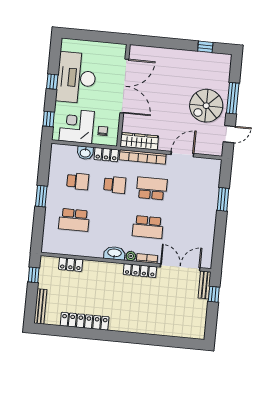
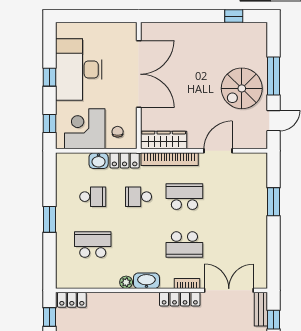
school desk: (115, 185) -> (139, 197), turned 180
school desk: (74, 220) -> (93, 245), turned 180
plant: (131, 256) -> (126, 282), moved
locker: (71, 264) -> (72, 300), moved

